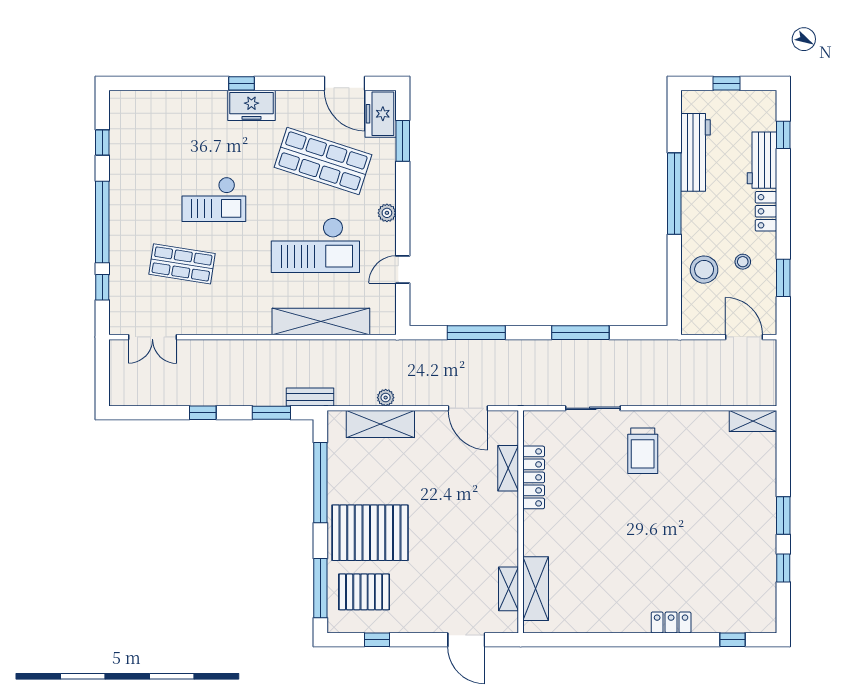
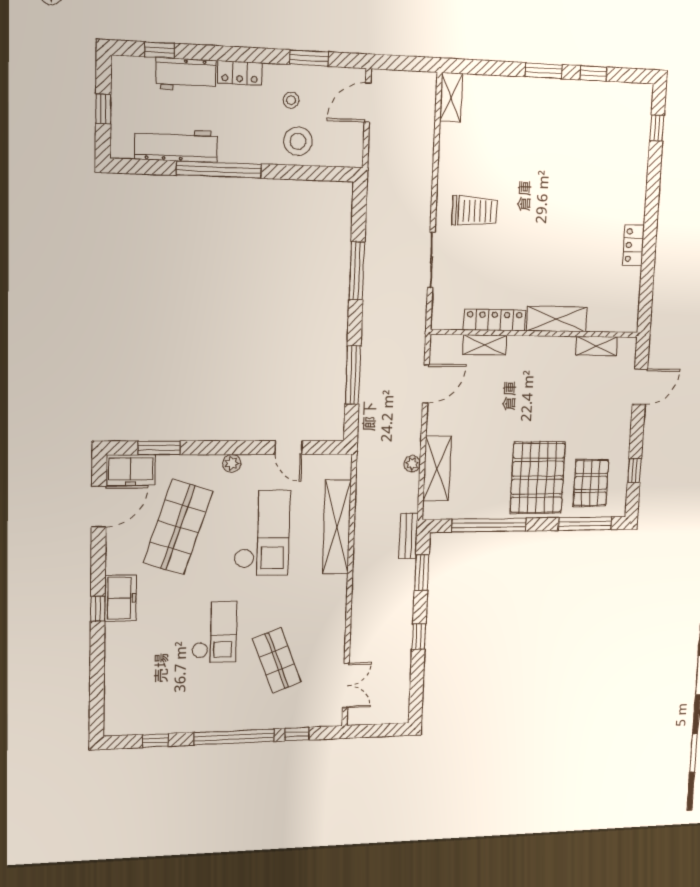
shop shelf: (182, 264) -> (277, 660), turned -30
shelving: (536, 589) -> (557, 319), moved
locker: (671, 622) -> (633, 245), moved

